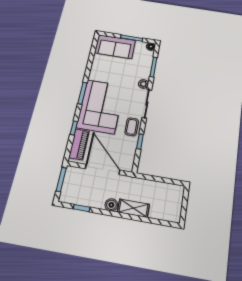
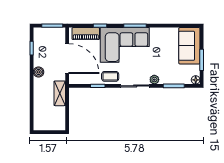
door: (103, 169) -> (67, 59), hinge flipped
shelving: (133, 208) -> (60, 93), moved

